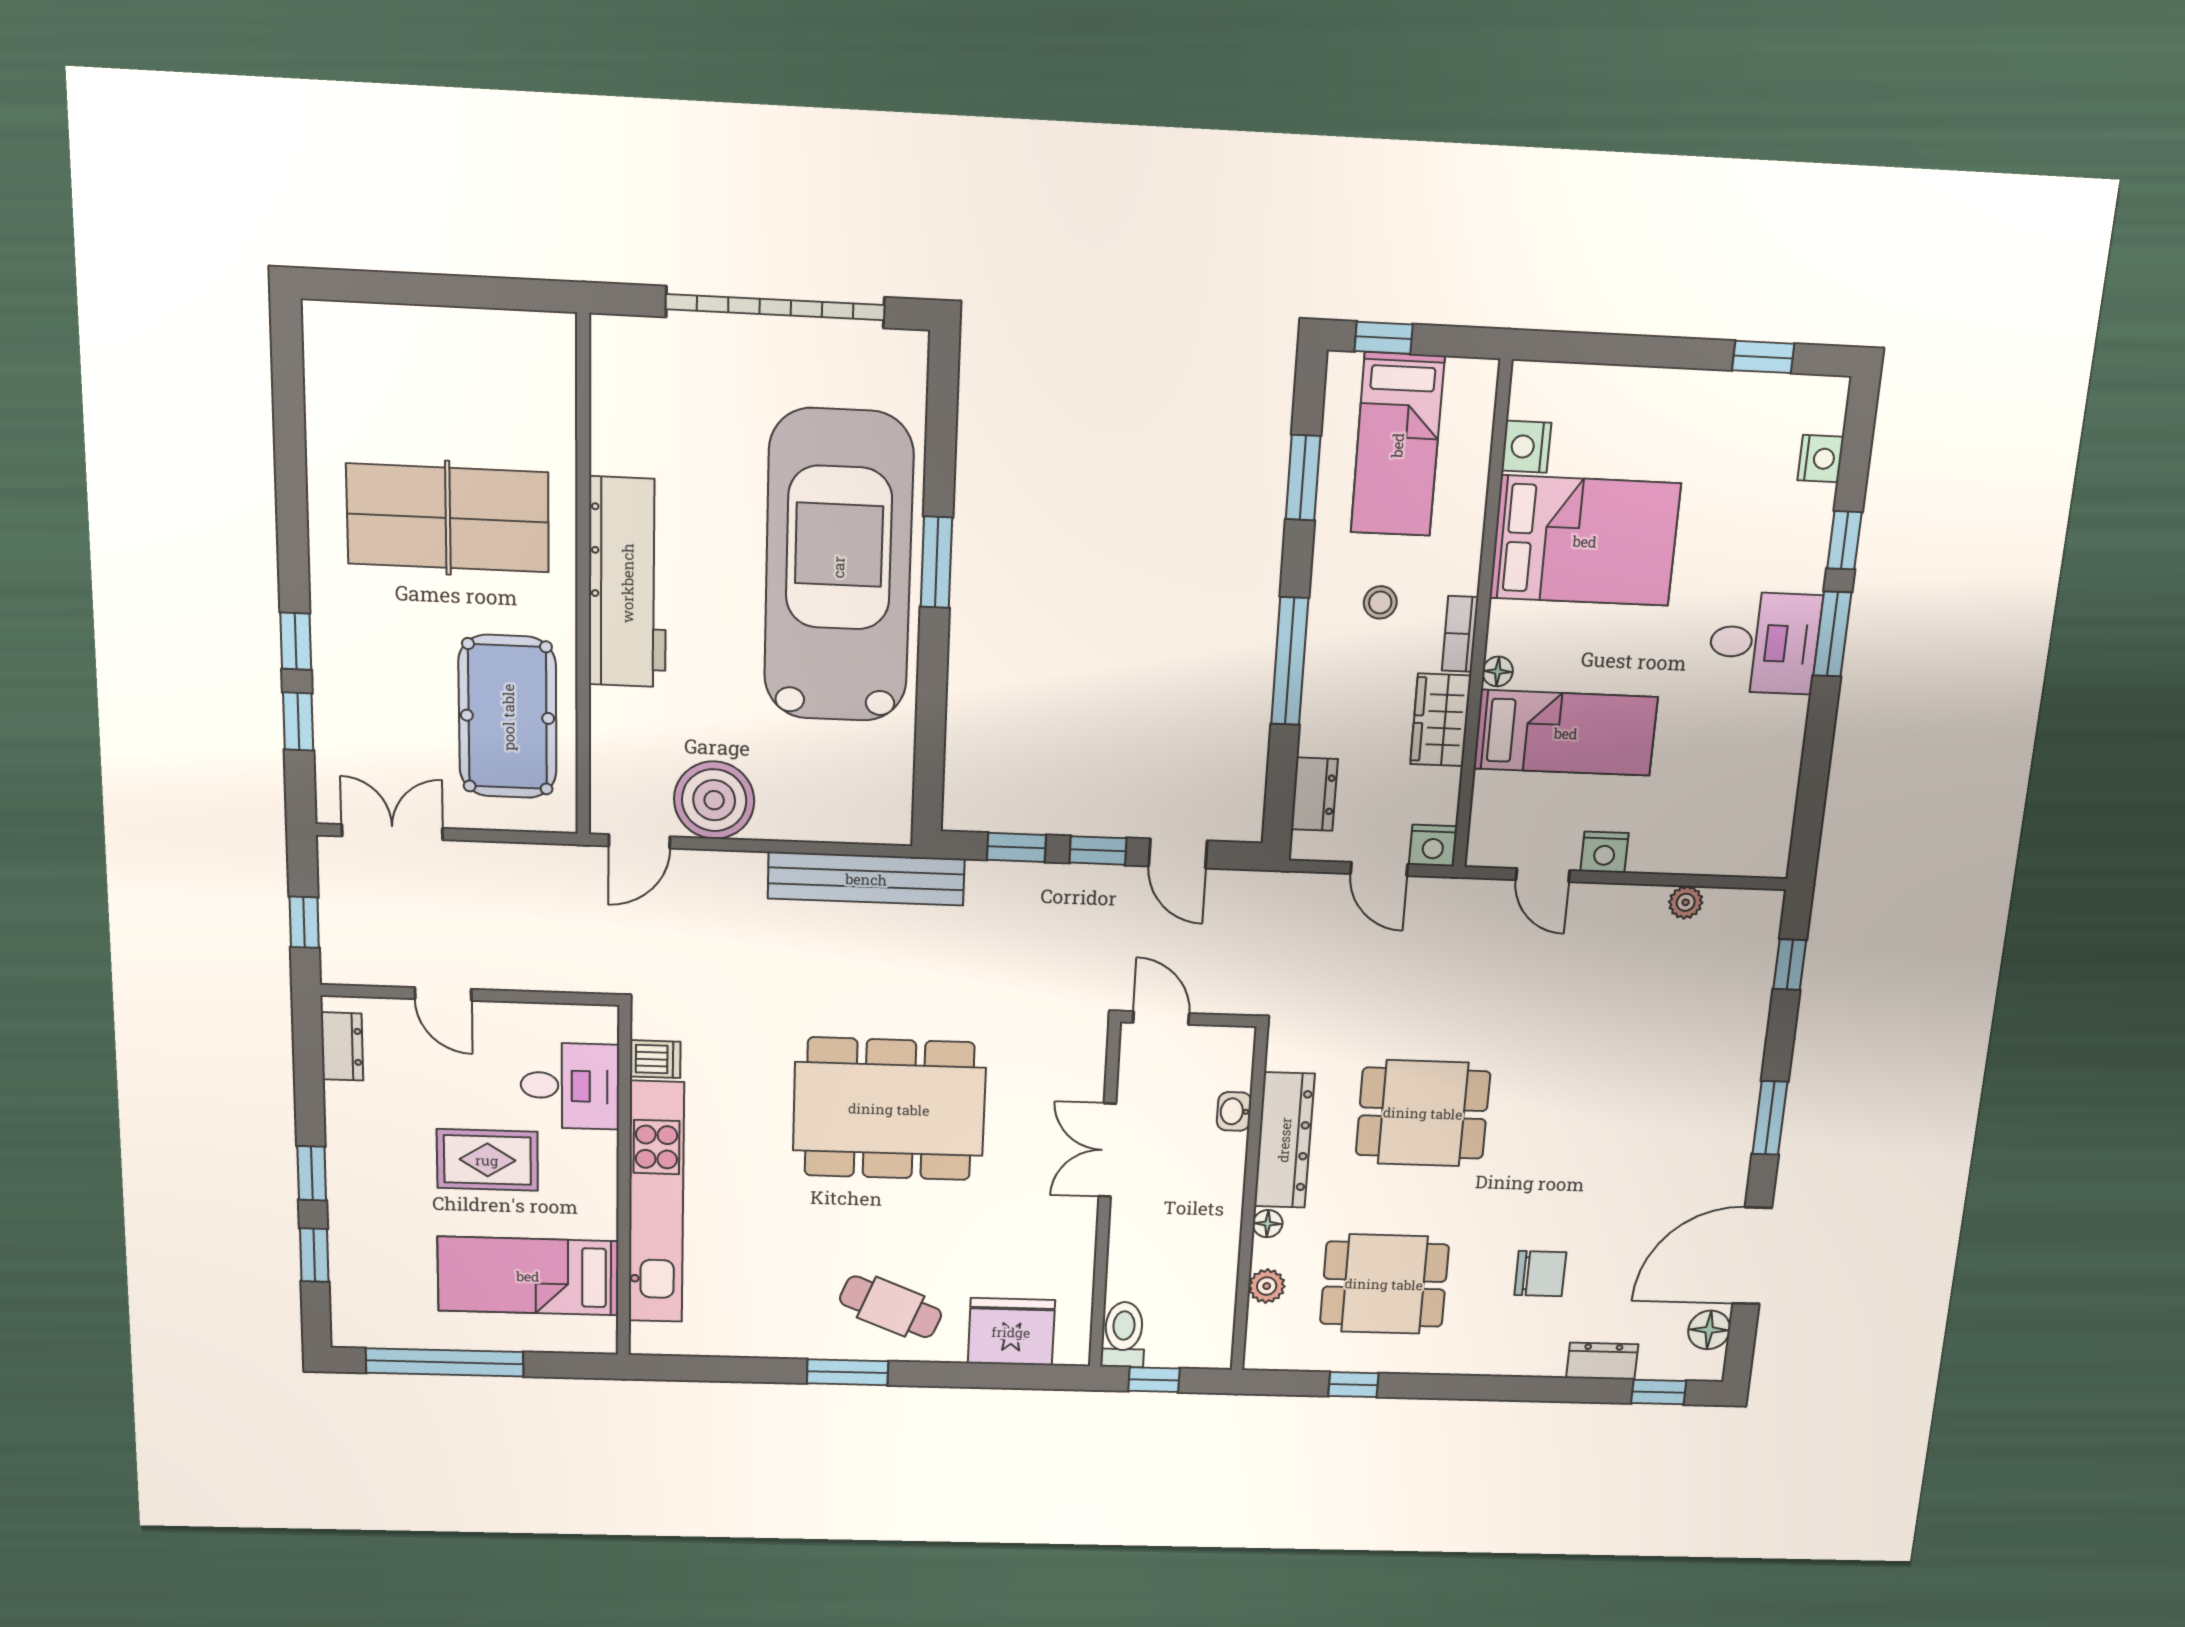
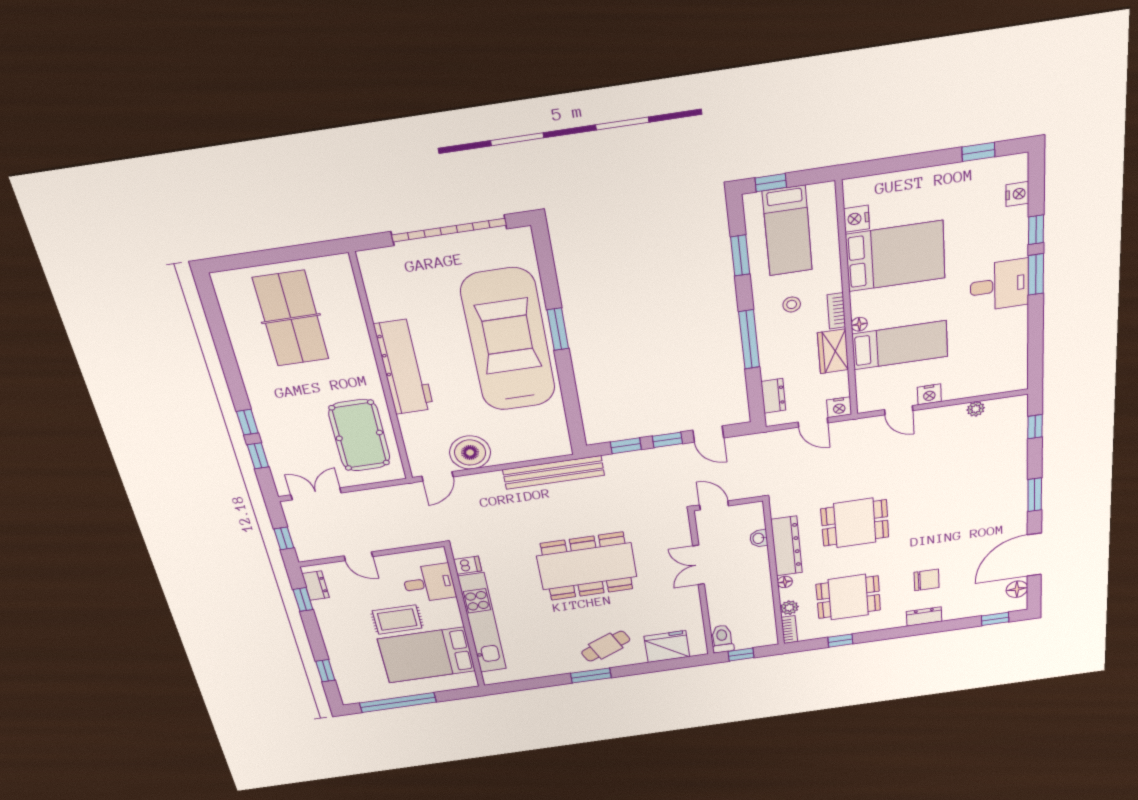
table tennis table: (448, 518) -> (291, 319), moved, turned 90
window: (312, 1173) -> (303, 599), moved
bed: (528, 1276) -> (427, 655), width x1.50
cafe table: (891, 1307) -> (606, 646), turned -47
bookcase: (1258, 1338) -> (789, 630), added
dresser: (1602, 1361) -> (924, 616), moved

